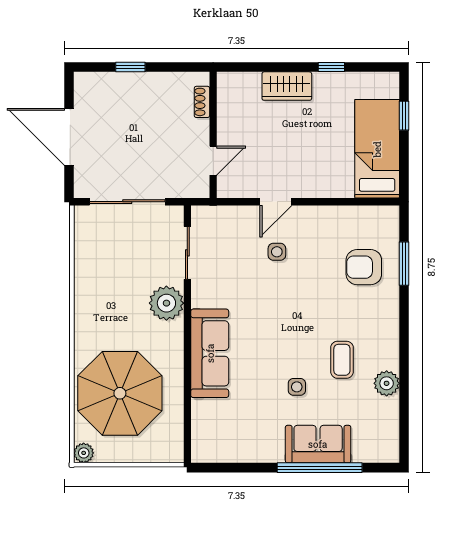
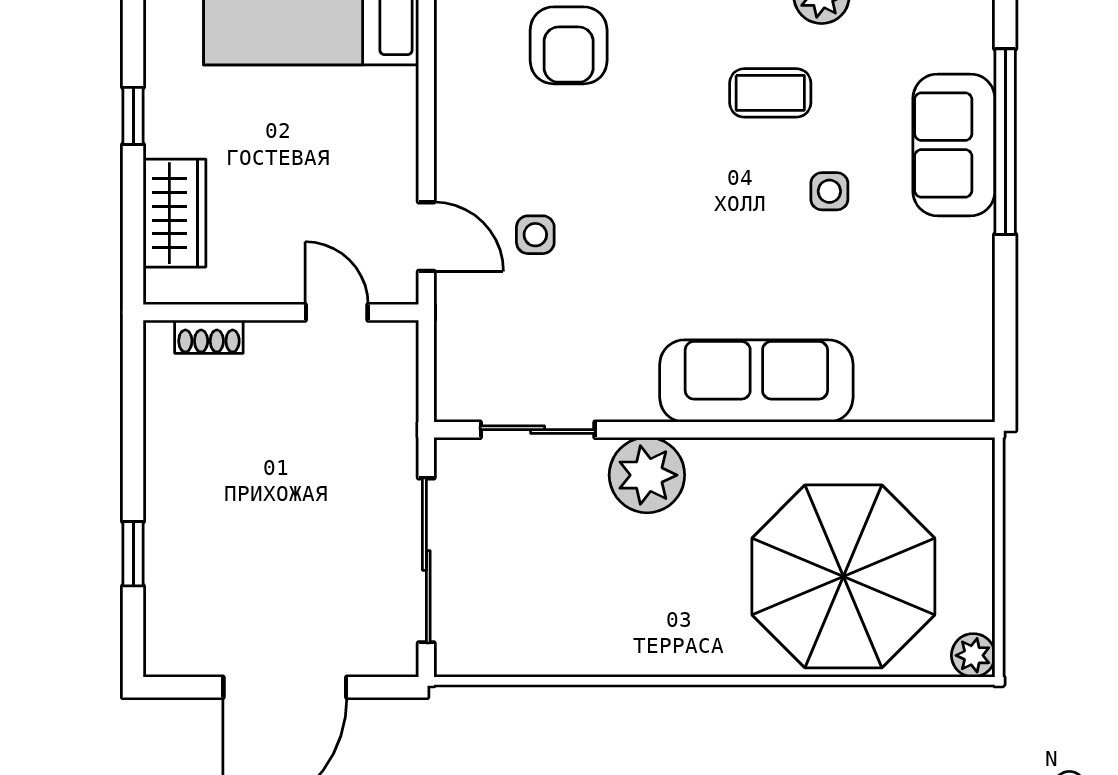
shoe rack: (202, 102) -> (209, 337), moved
wall: (213, 135) -> (281, 312), moved
door: (213, 161) -> (337, 312), moved

